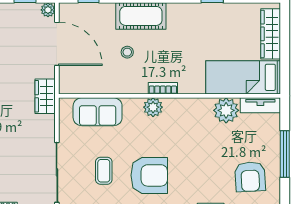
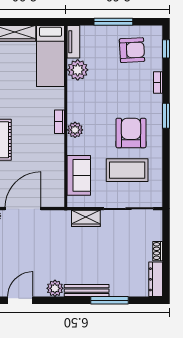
stool: (127, 52) -> (30, 151), removed
wardrobe: (45, 96) -> (86, 218), moved
coffee table: (104, 171) -> (127, 170), width x1.86, depth x1.72

